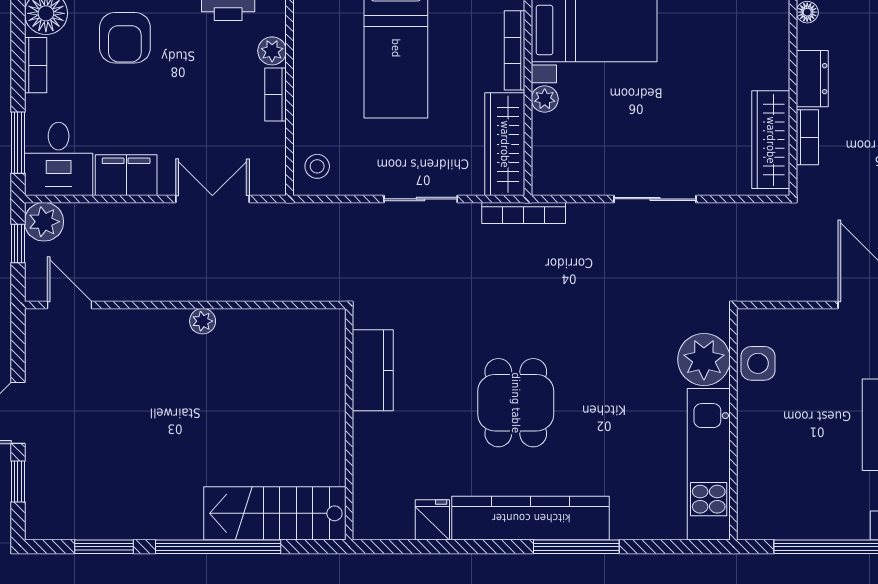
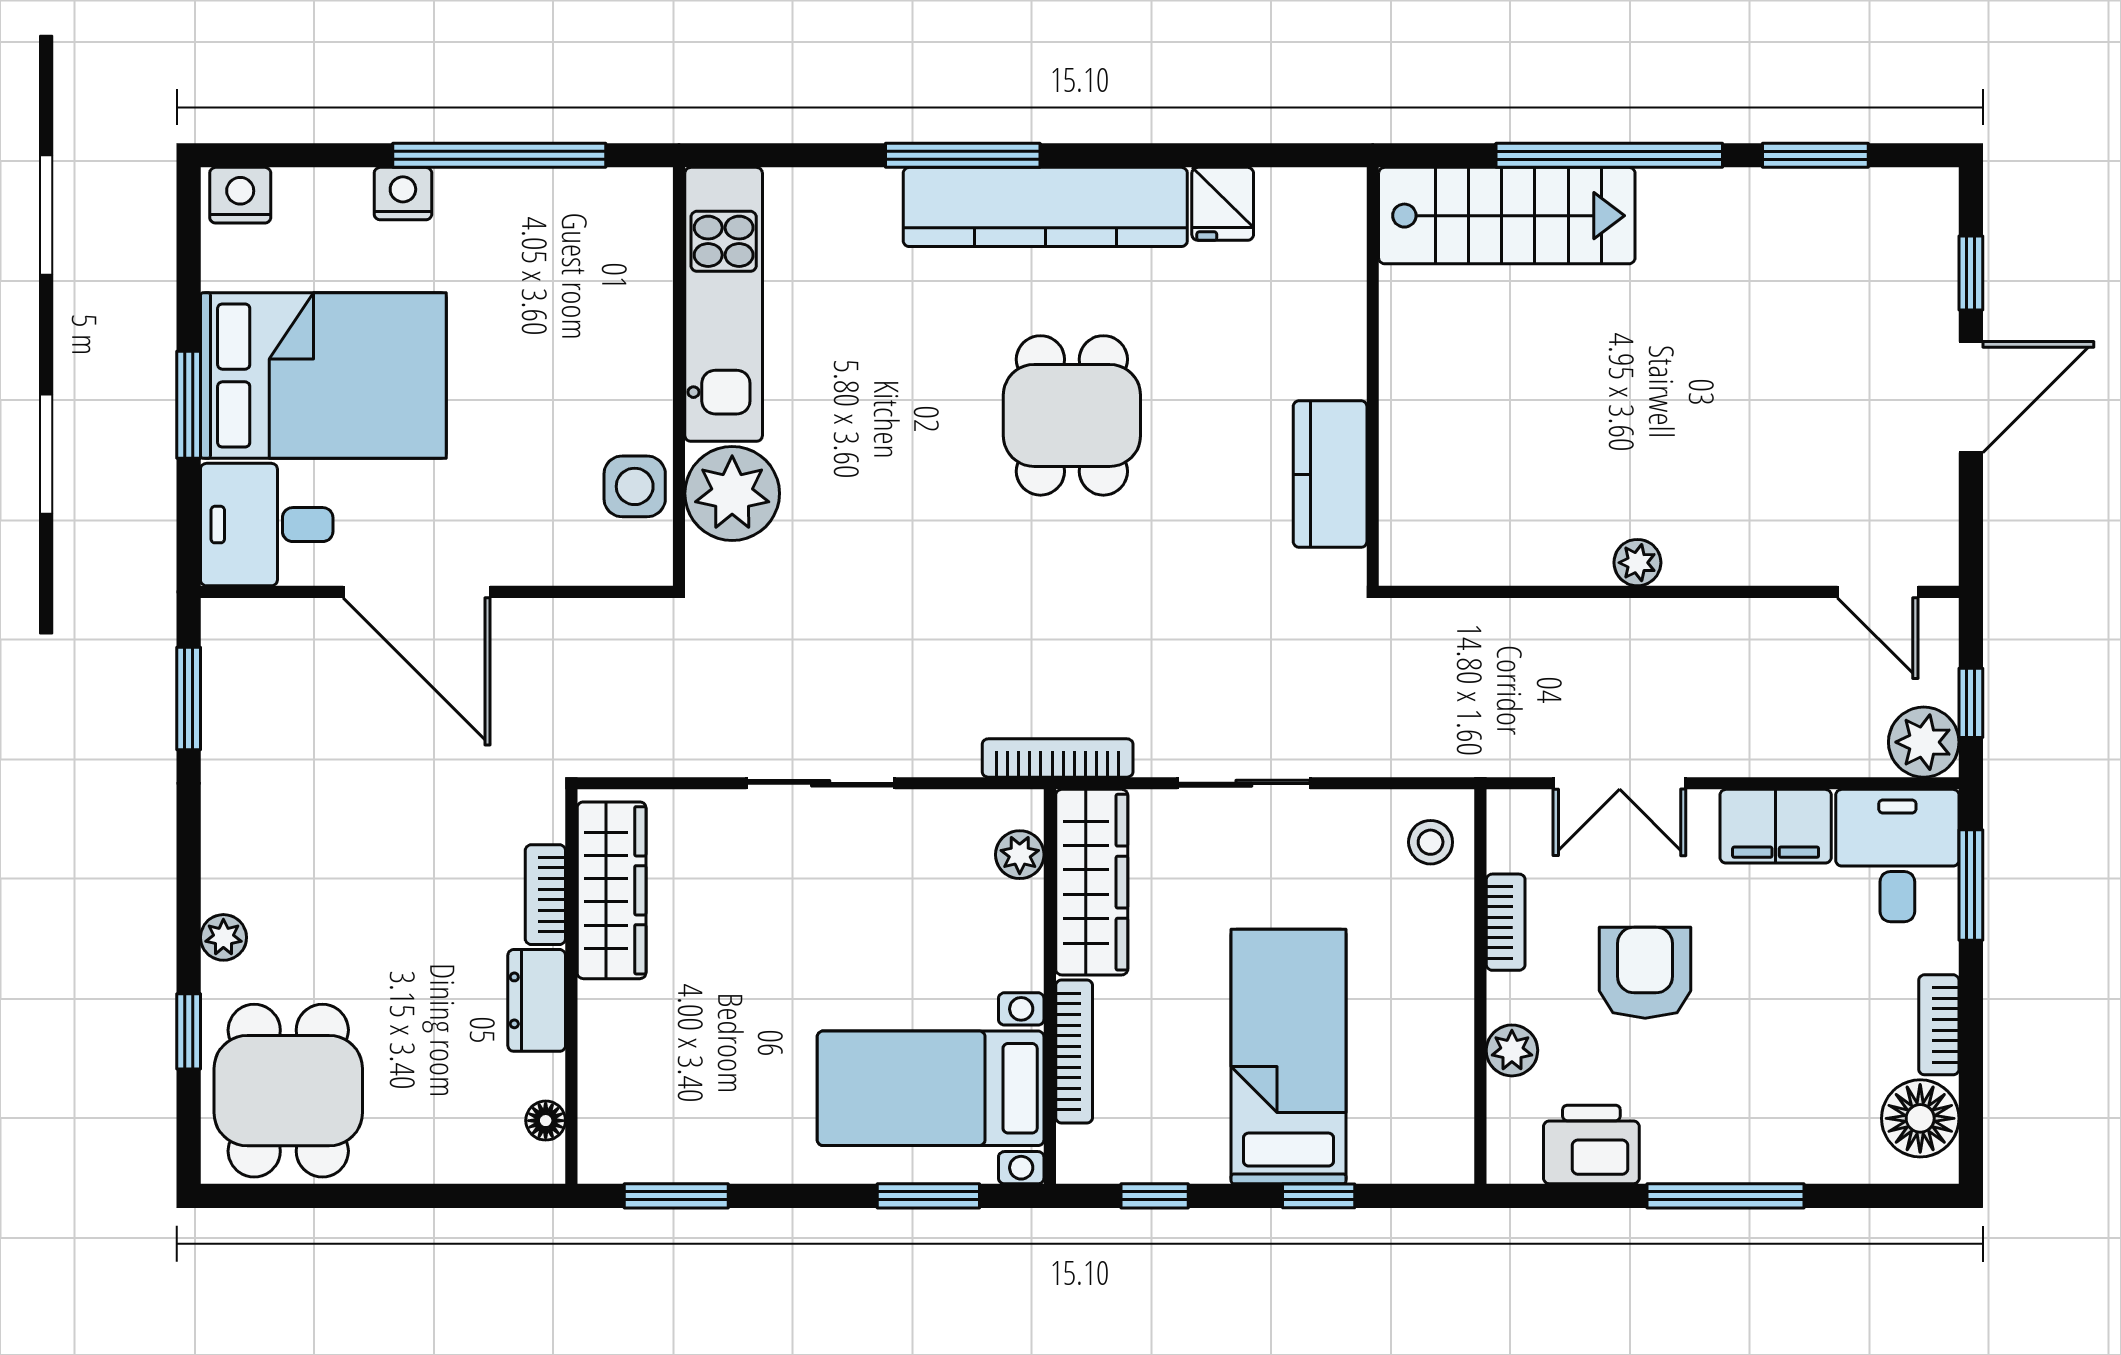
armchair: (125, 38) -> (1645, 973), moved
bookcase: (276, 94) -> (1506, 922), moved
plant: (545, 99) -> (1020, 855), moved

